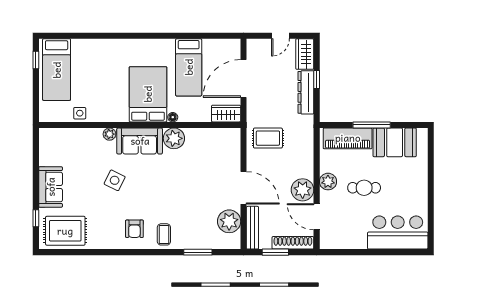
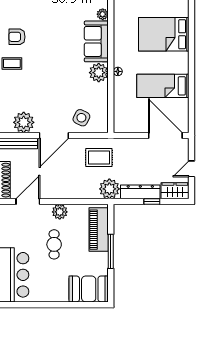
door: (280, 36) -> (191, 169), hinge flipped
door: (244, 79) -> (165, 135), moved
bed: (148, 94) -> (164, 34), moved, turned 180
wardrobe: (226, 114) -> (121, 120), removed
rug: (268, 138) -> (99, 157), turned 90
booth: (395, 142) -> (89, 289), moved, turned 90
side table: (115, 180) -> (81, 118), moved
plant: (303, 190) -> (109, 189), moved

